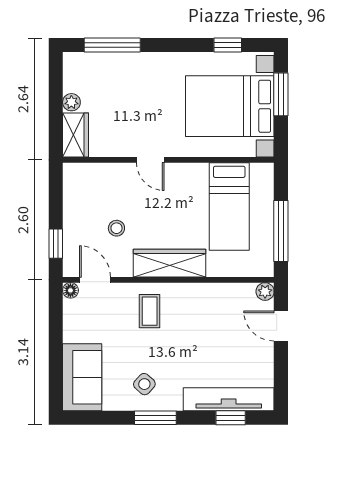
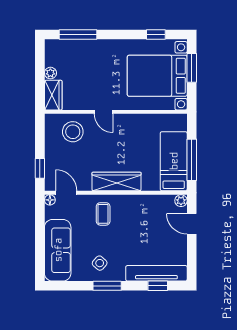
bed: (229, 207) -> (174, 161), moved, turned 180
stool: (116, 228) -> (73, 132), moved, width x1.89, depth x1.89
sofa: (82, 377) -> (58, 250), width x1.36

